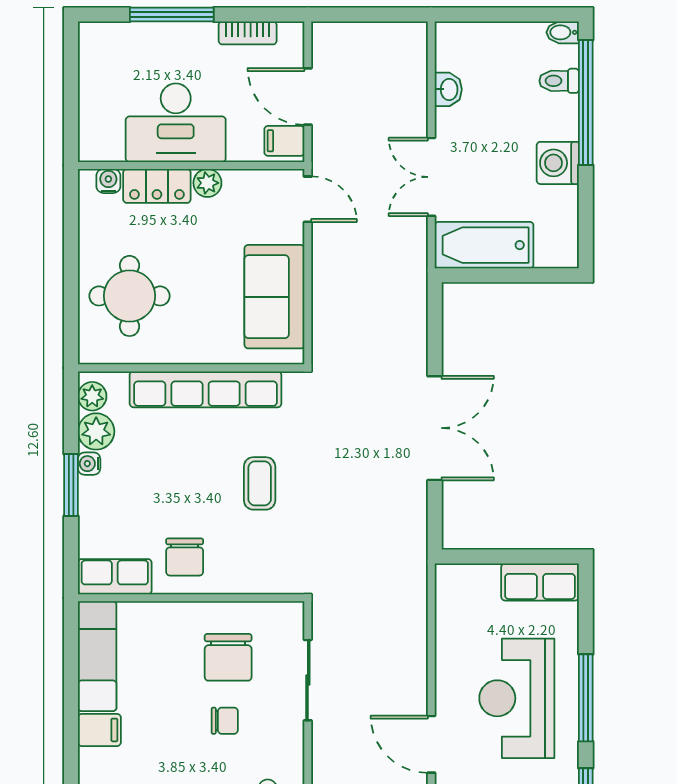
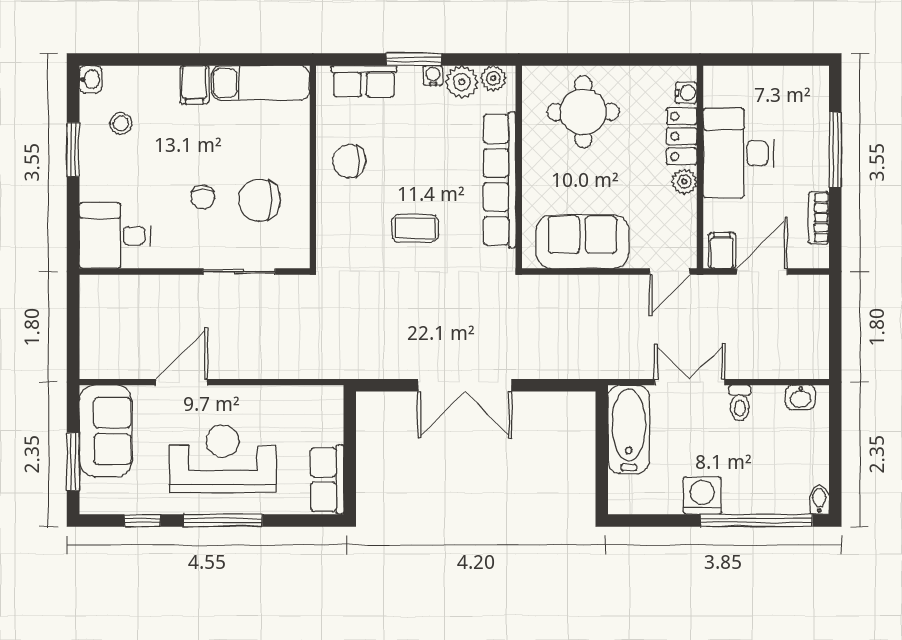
toilet: (559, 81) -> (740, 403), moved, turned 180
washbasin: (448, 89) -> (801, 397), moved
row of seats: (115, 577) -> (364, 81), moved, turned 90

